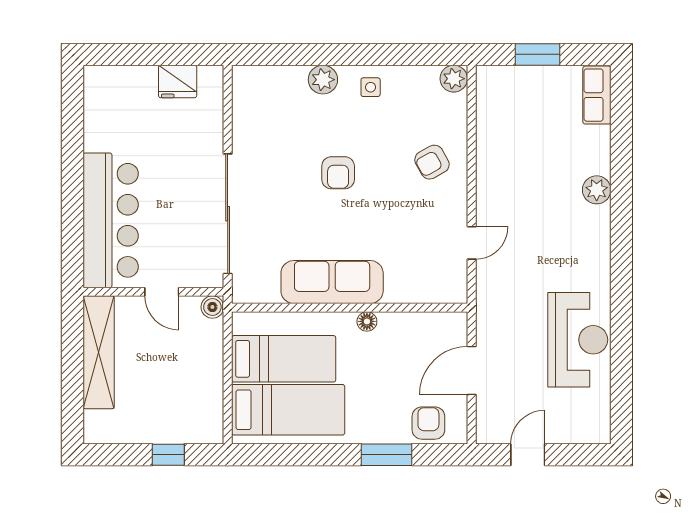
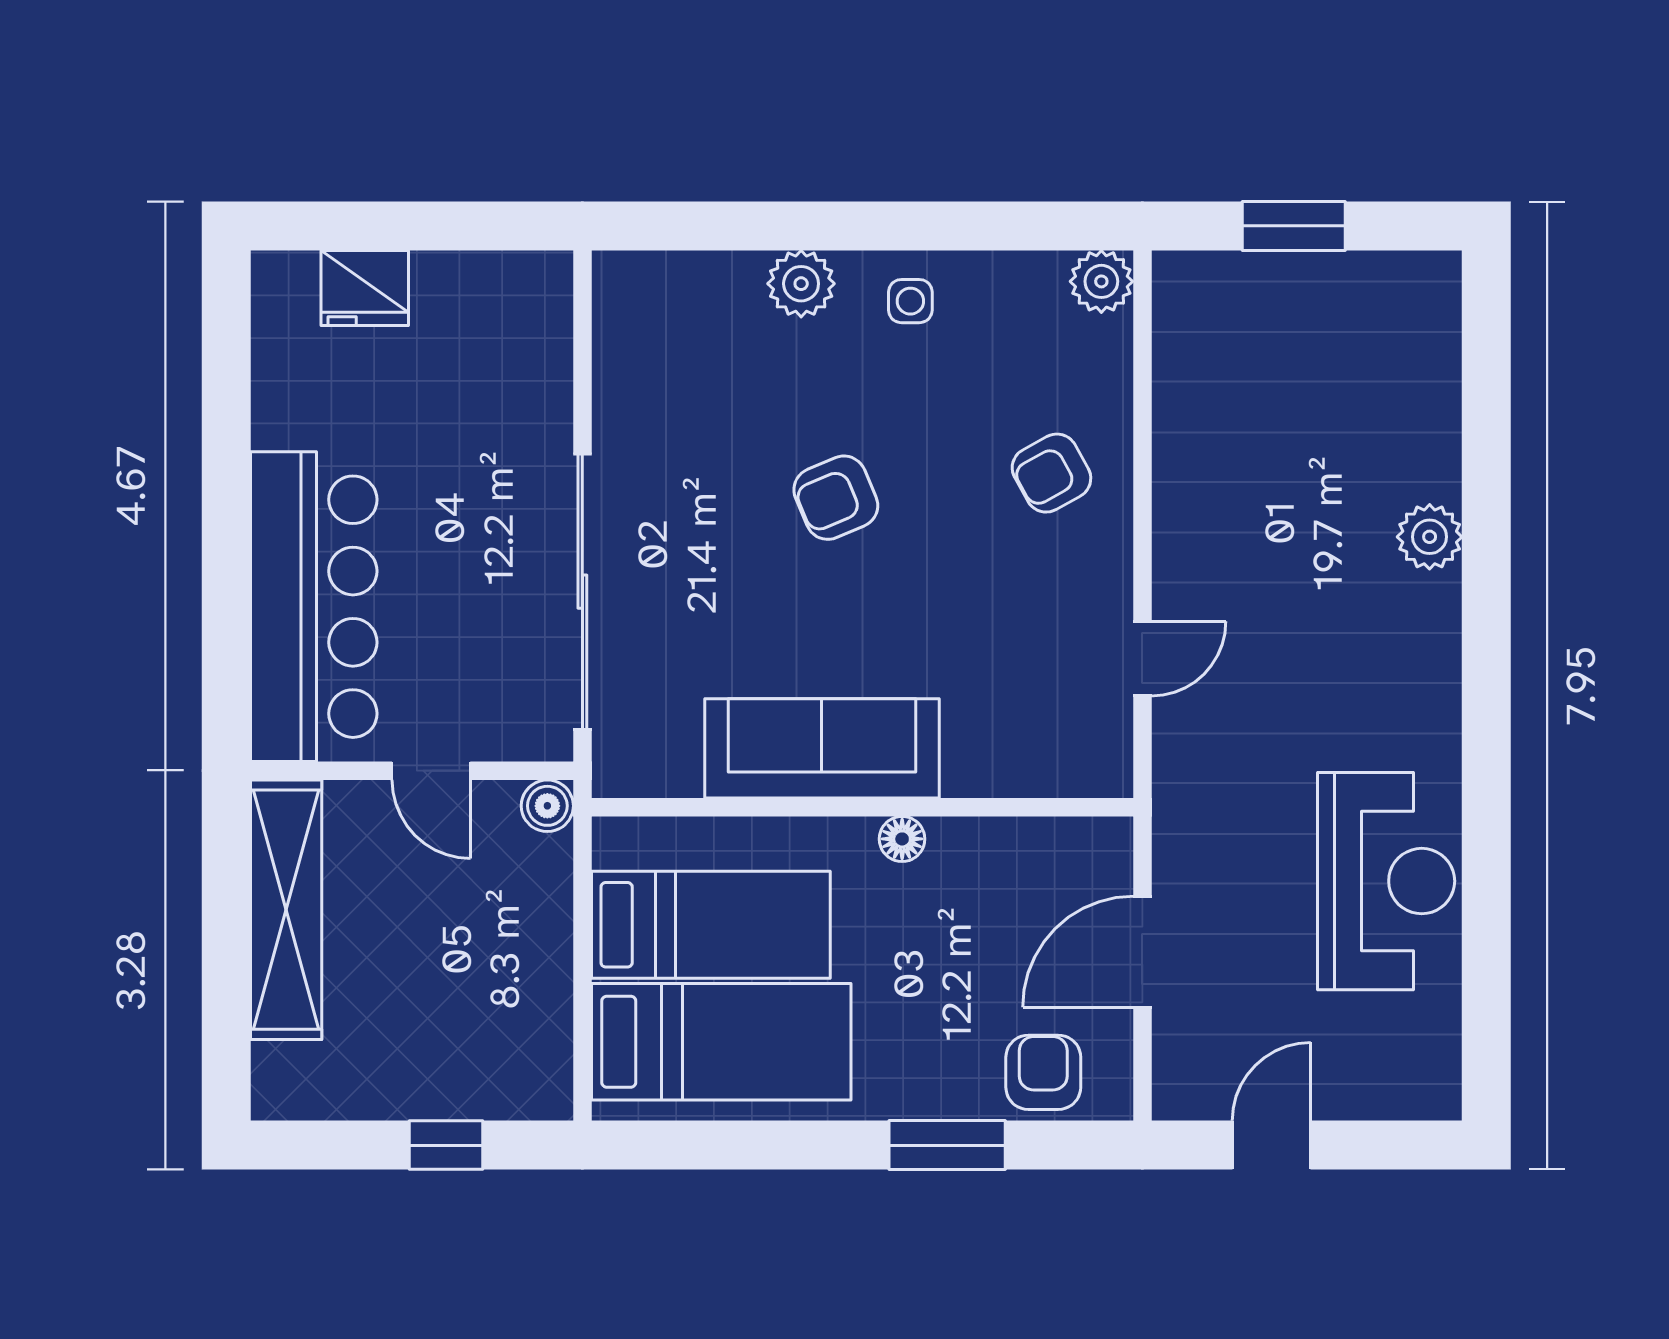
fridge: (178, 81) -> (365, 288), moved
row of seats: (597, 95) -> (1430, 319), removed
armchair: (338, 173) -> (836, 498), turned 67

